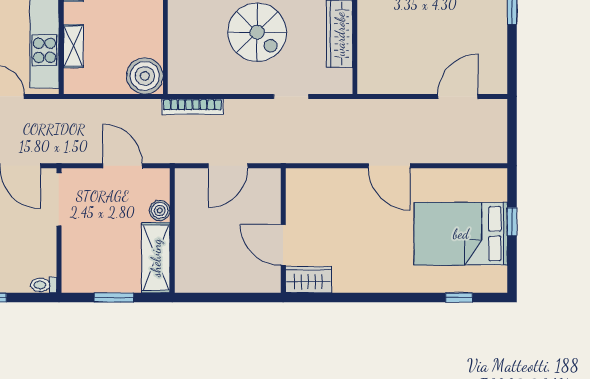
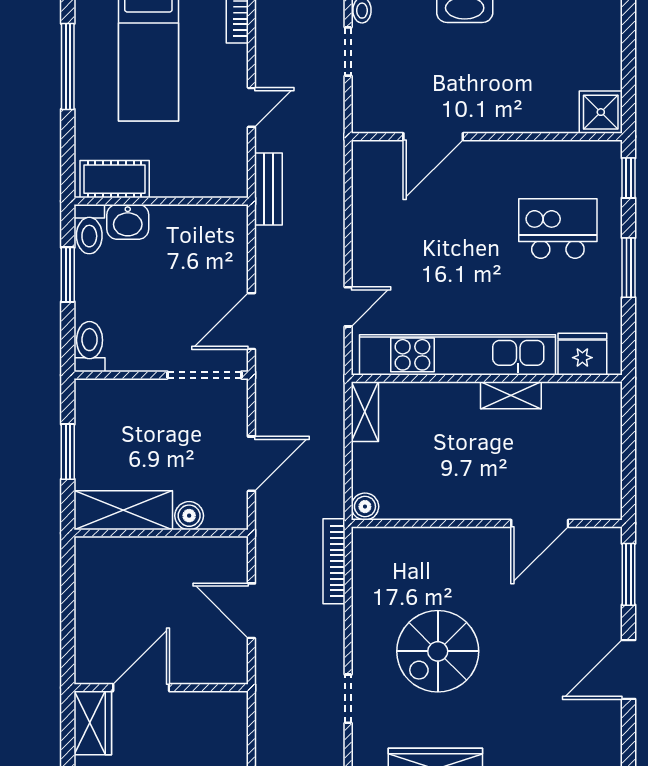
shelving: (73, 46) -> (365, 412), moved, turned 90
boiler: (145, 76) -> (365, 507), width x0.54, depth x0.54
toilet: (44, 285) -> (90, 347), width x1.37, depth x1.39

